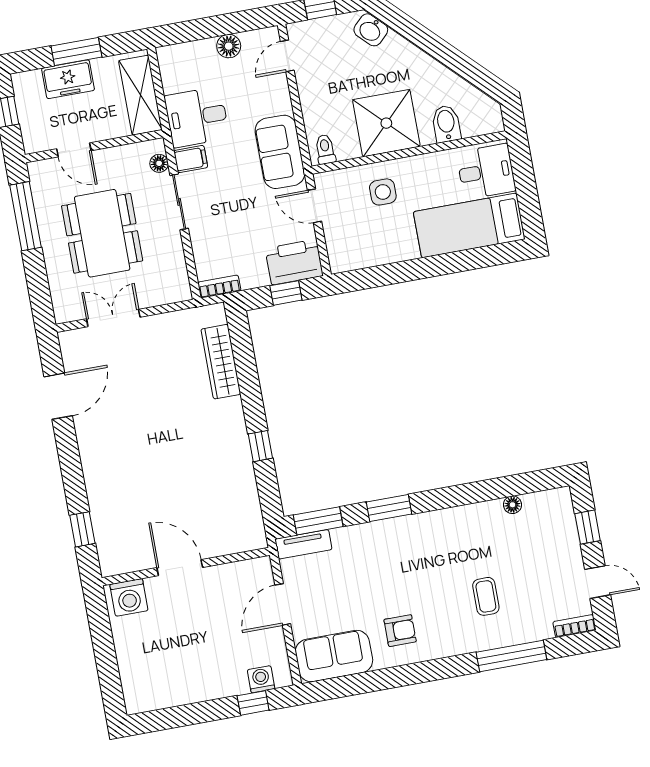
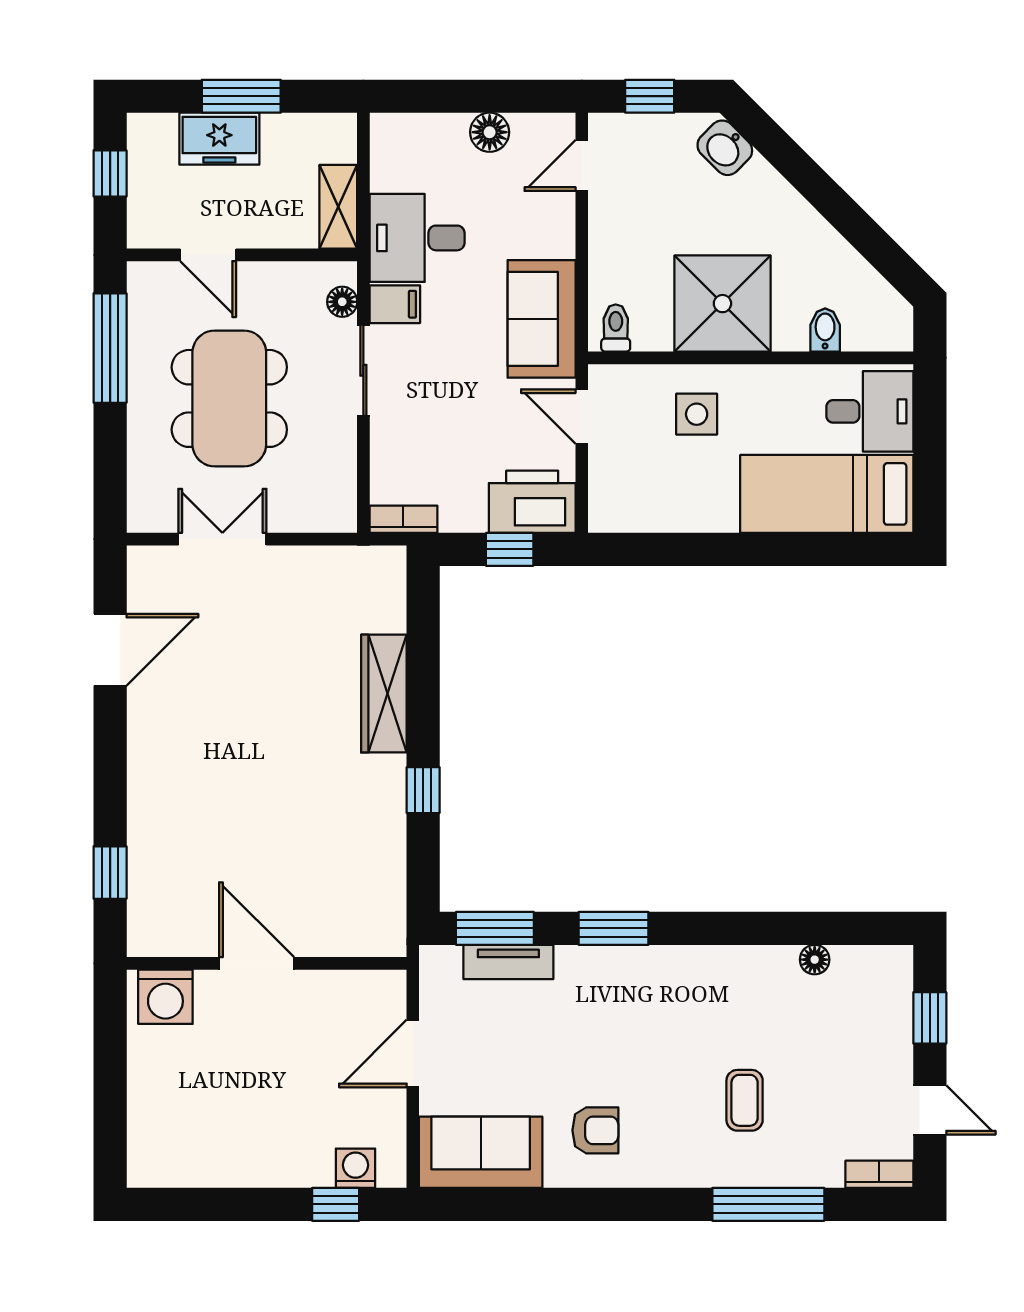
shelving: (140, 95) -> (338, 207), width x0.67, depth x0.75
bidet: (446, 124) -> (825, 330), width x0.72, depth x0.74
wardrobe: (221, 362) -> (384, 694), moved
tv unit: (303, 544) -> (508, 962), moved

